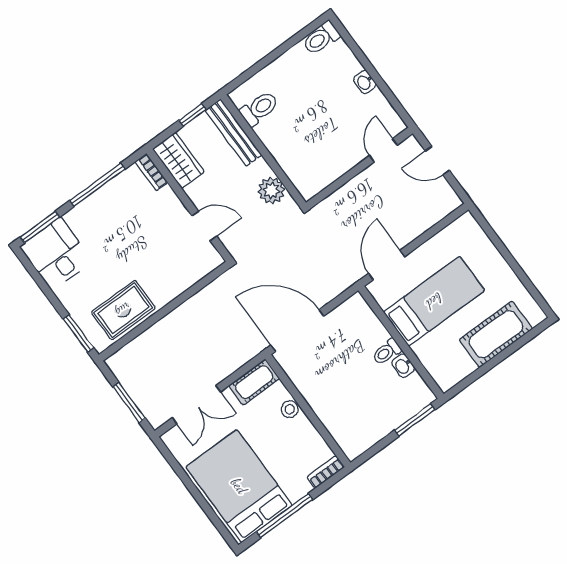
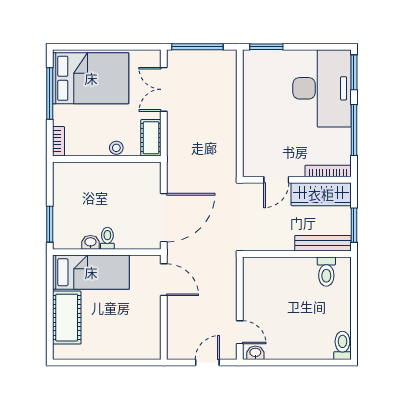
washbasin: (365, 82) -> (255, 353), moved
window: (192, 115) -> (354, 225), width x1.50
wardrobe: (178, 160) -> (321, 194), width x1.50
bookcase: (151, 172) -> (328, 171), width x1.56
plant: (271, 190) -> (267, 240), removed
desk: (56, 254) -> (322, 88), width x1.87, depth x1.30
bed: (434, 301) -> (91, 272), moved, turned -90
rug: (123, 310) -> (260, 87), removed
door: (297, 331) -> (164, 218), moved
window: (129, 402) -> (197, 47), width x1.44

